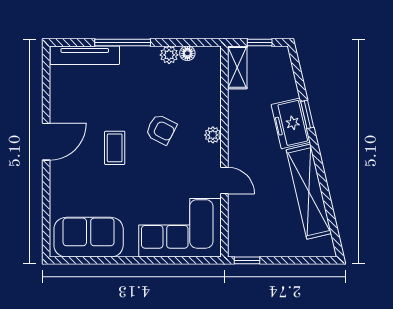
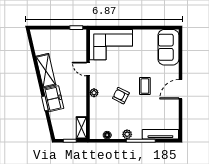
plant: (169, 55) -> (127, 134), moved
shelving: (309, 192) -> (46, 71), width x0.68
sofa: (89, 237) -> (168, 47), moved, turned 90

